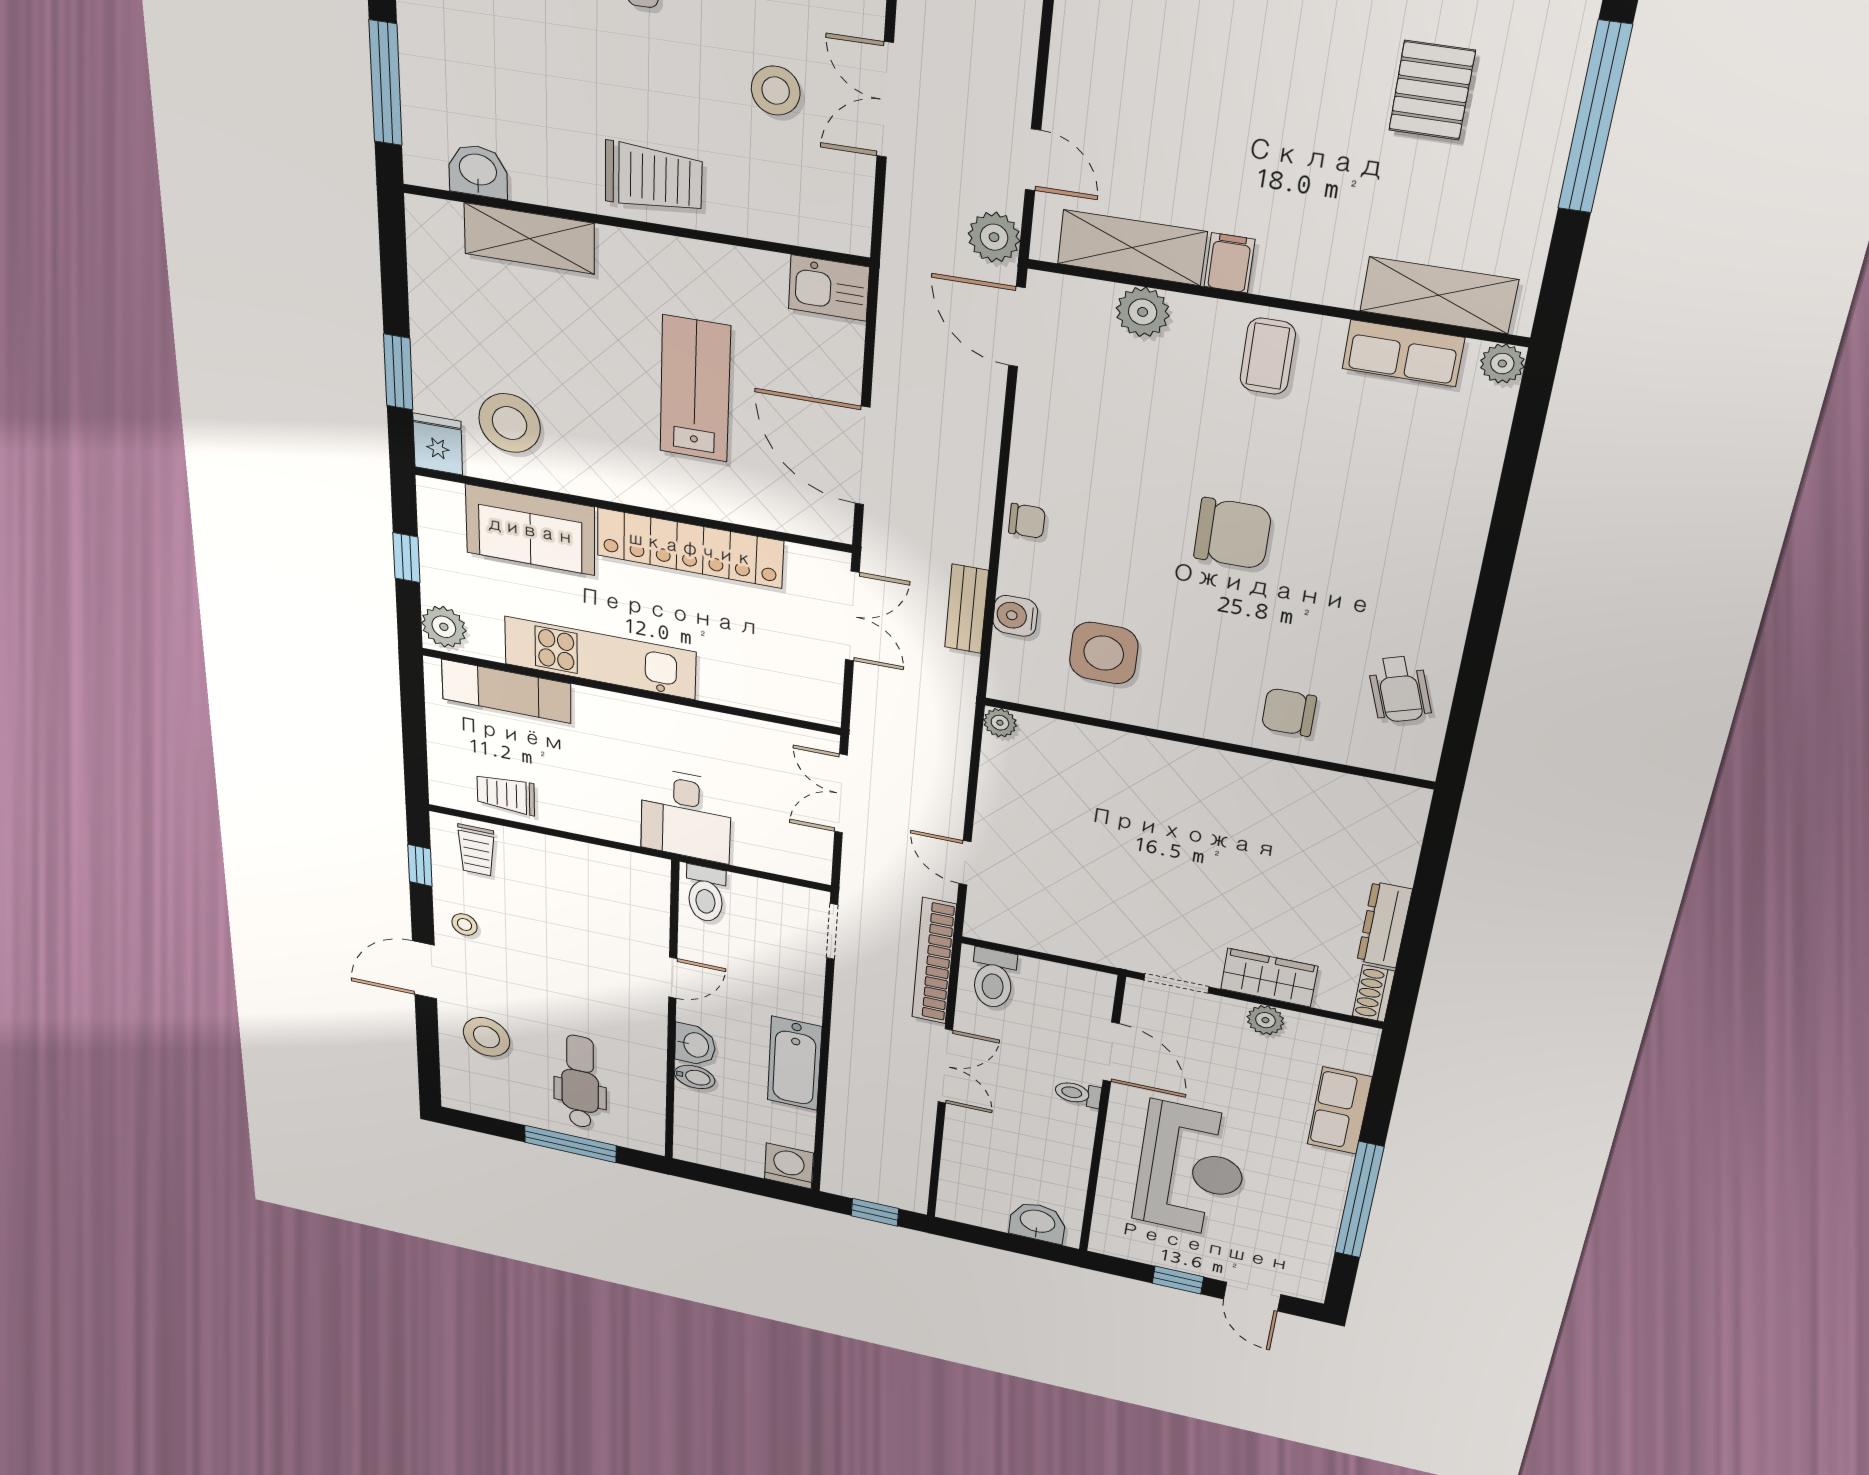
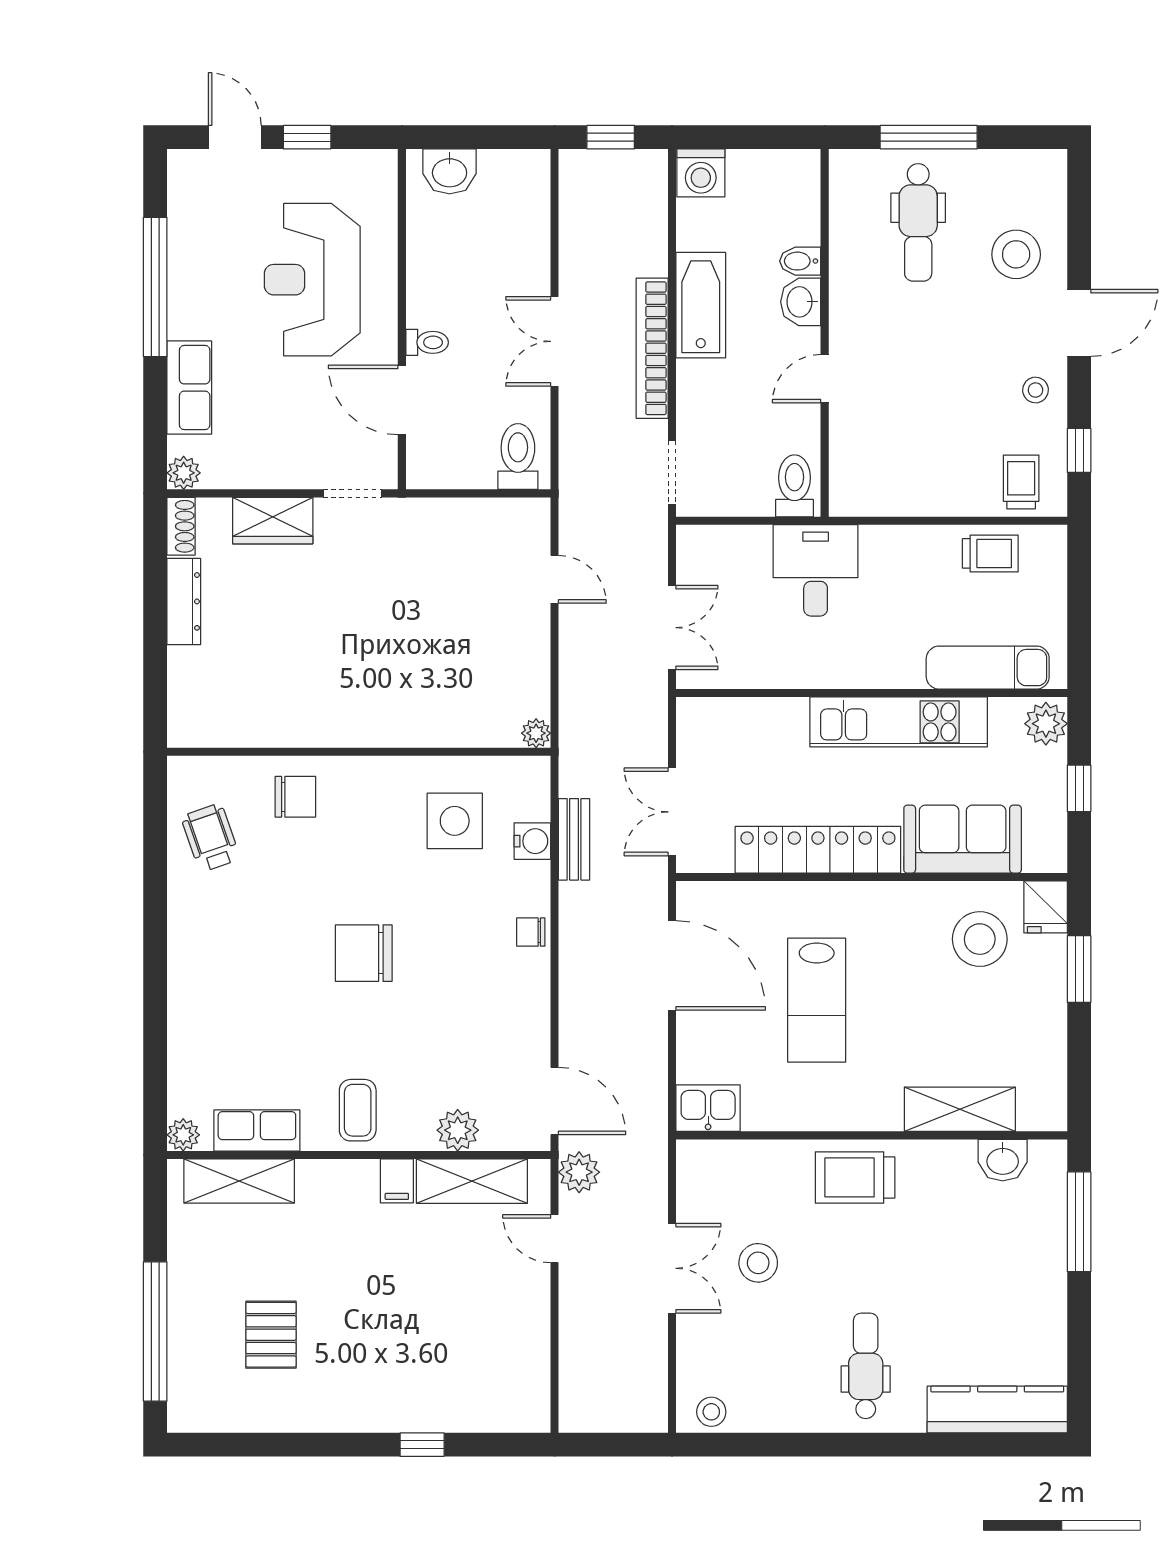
bookcase: (934, 961) -> (652, 348), moved, turned 180
plant: (1265, 1020) -> (184, 473), moved

